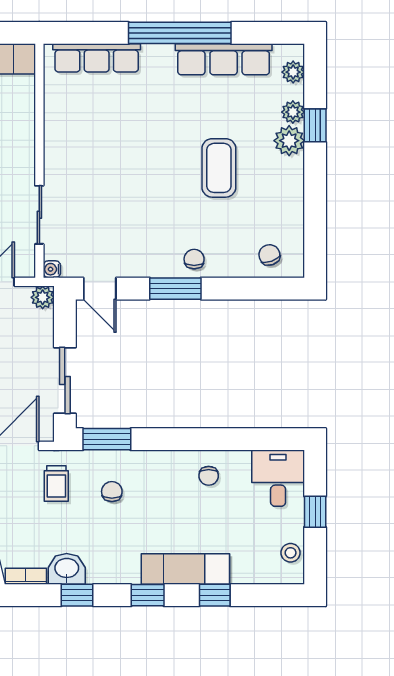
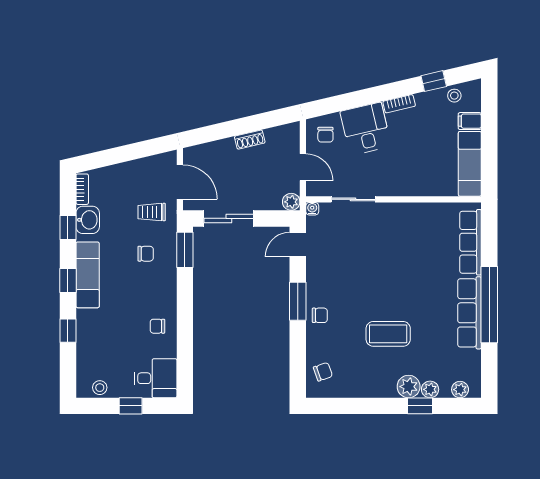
row of seats: (224, 59) -> (470, 313), moved
exam couch: (185, 569) -> (88, 275), moved

